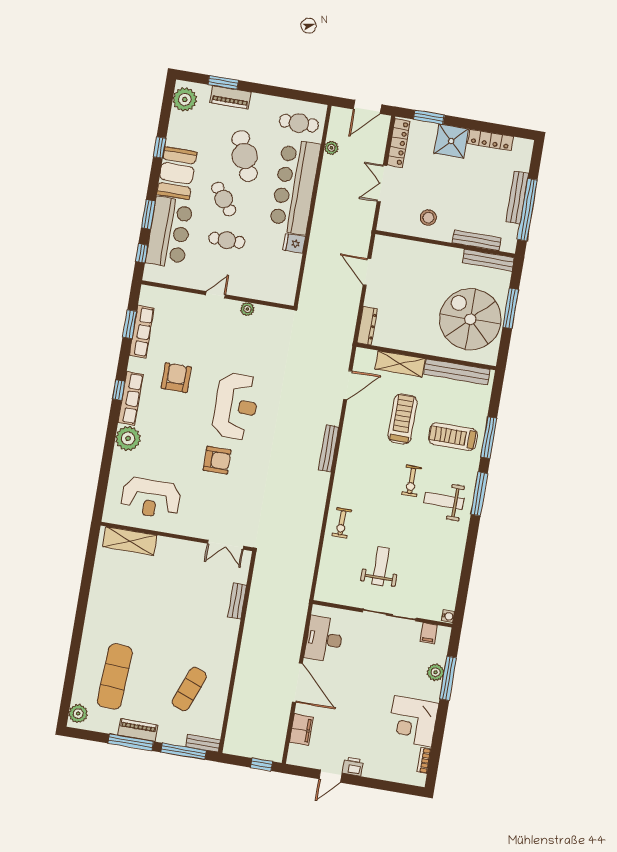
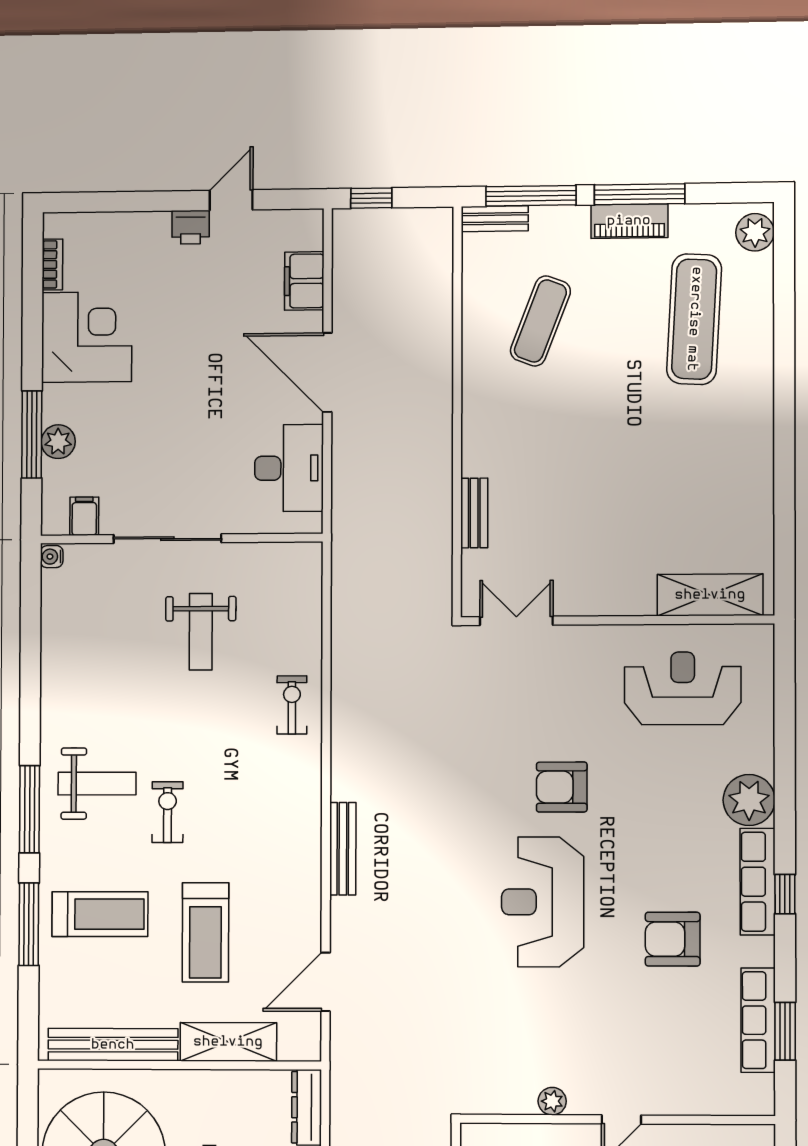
armchair: (176, 378) -> (673, 939), turned 90

